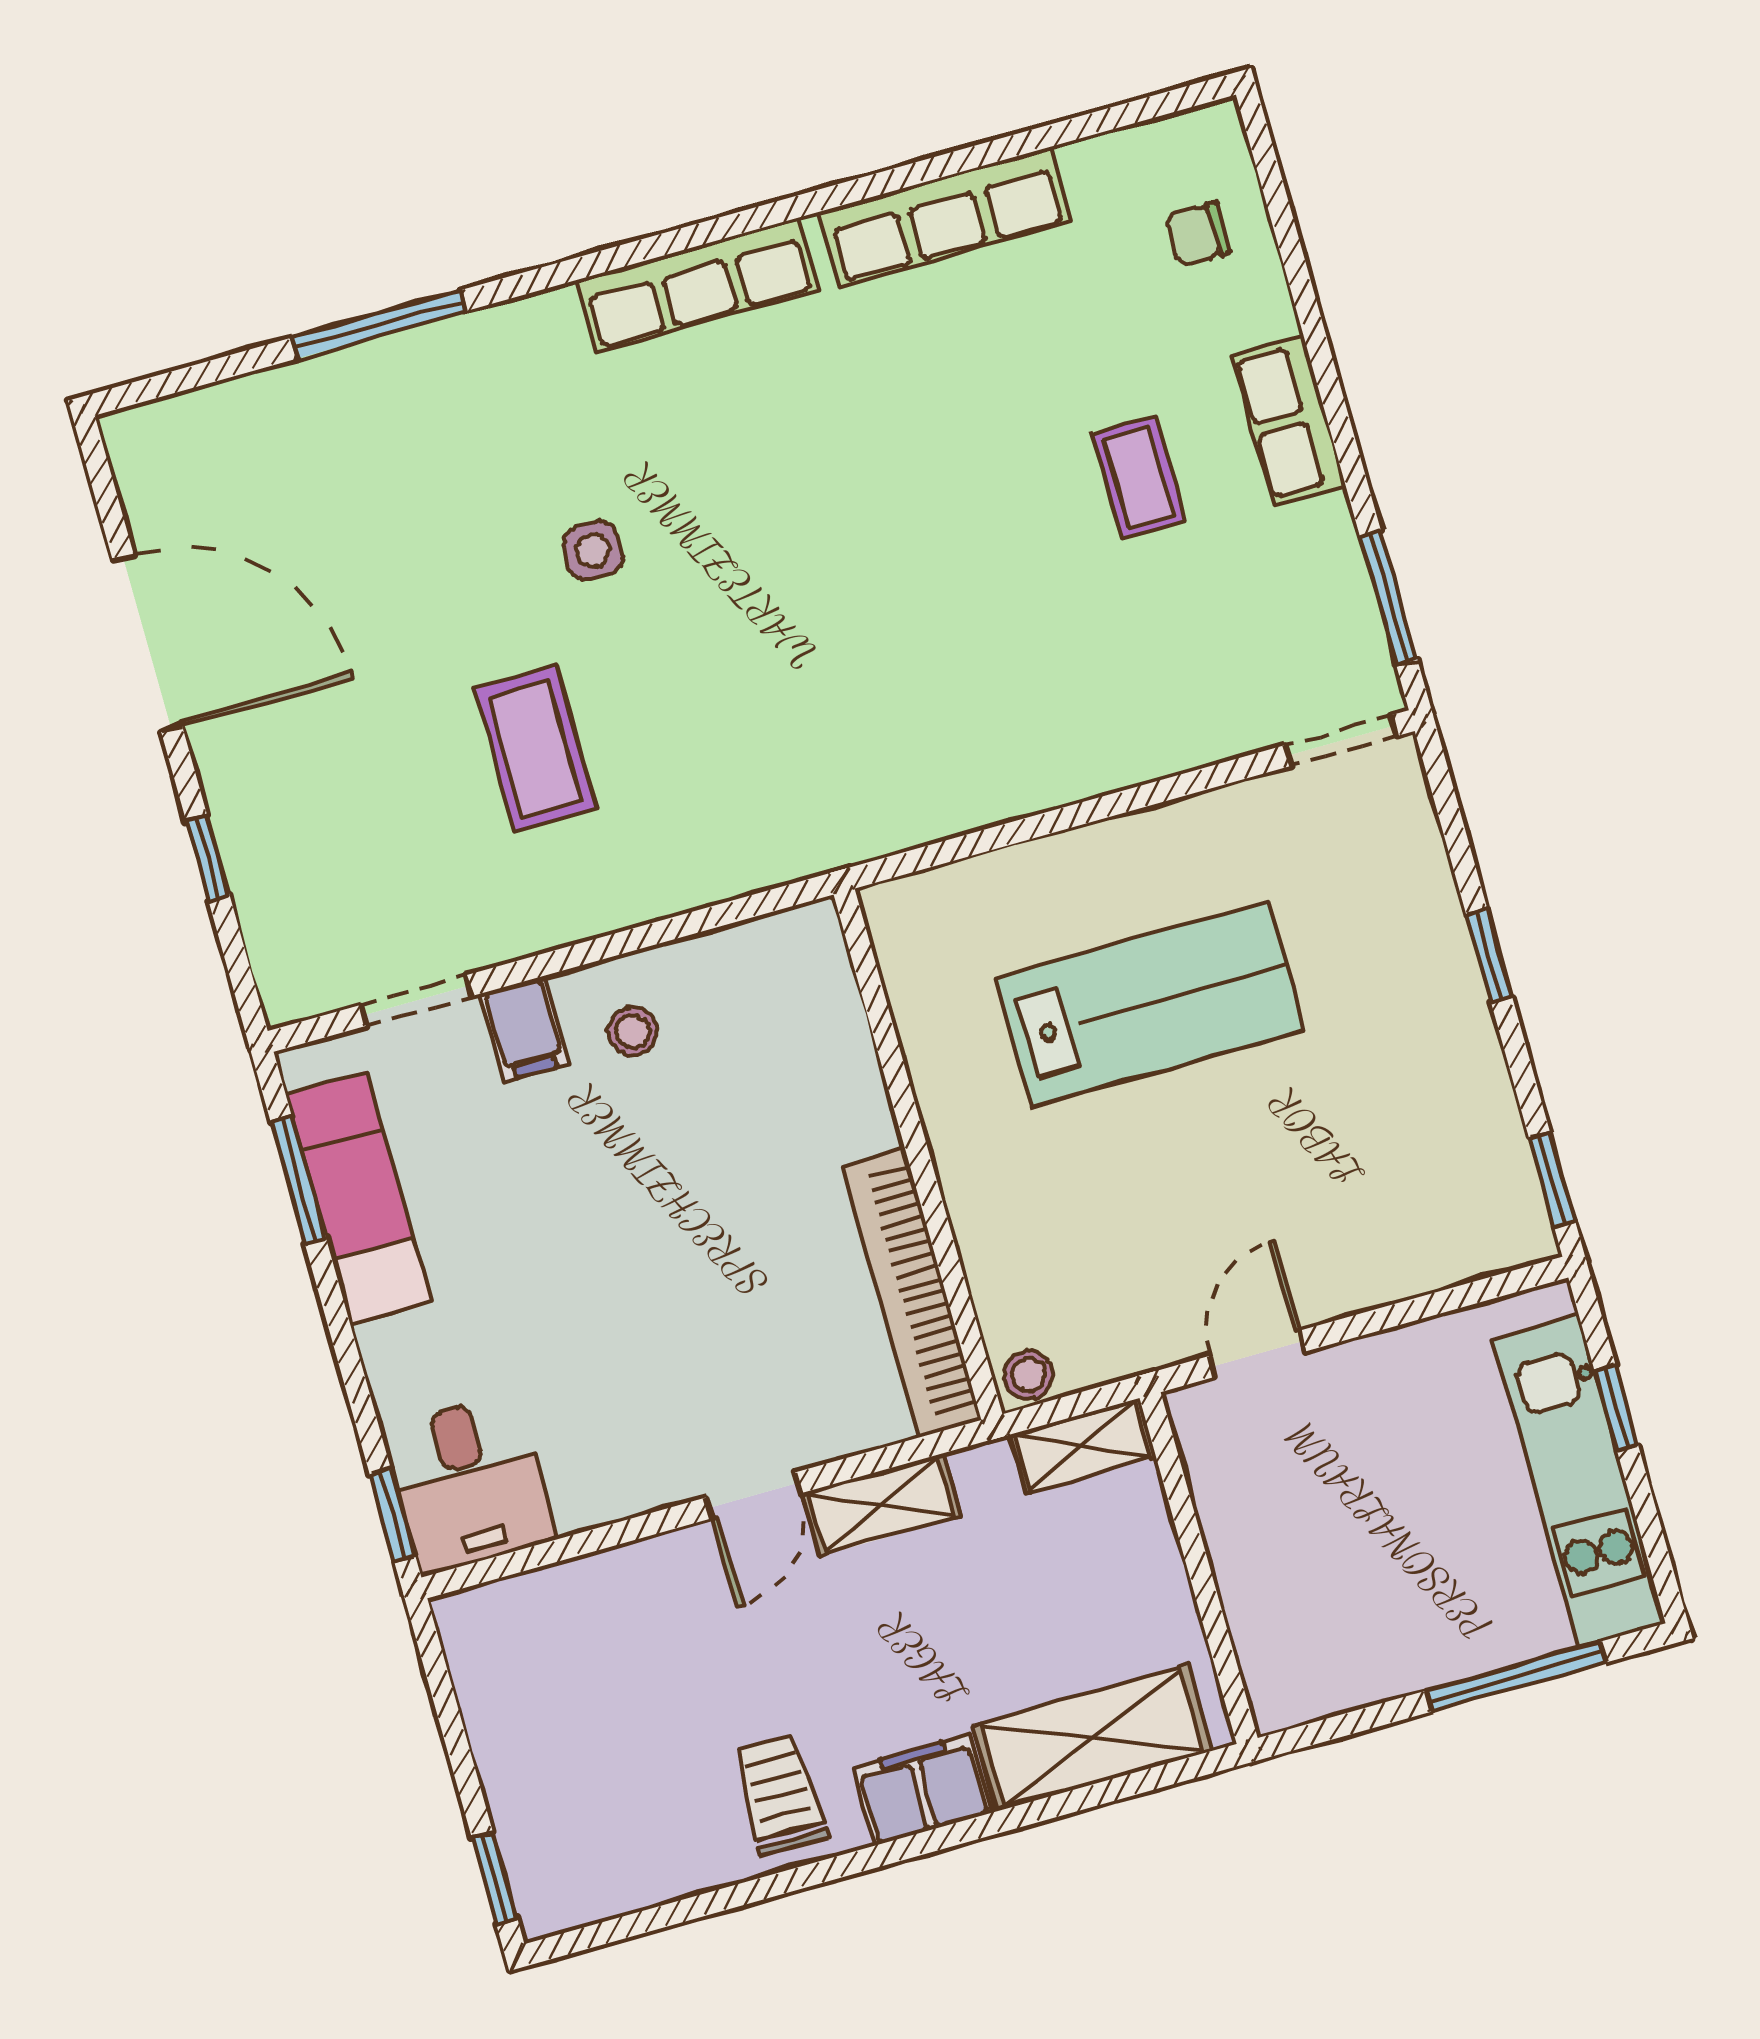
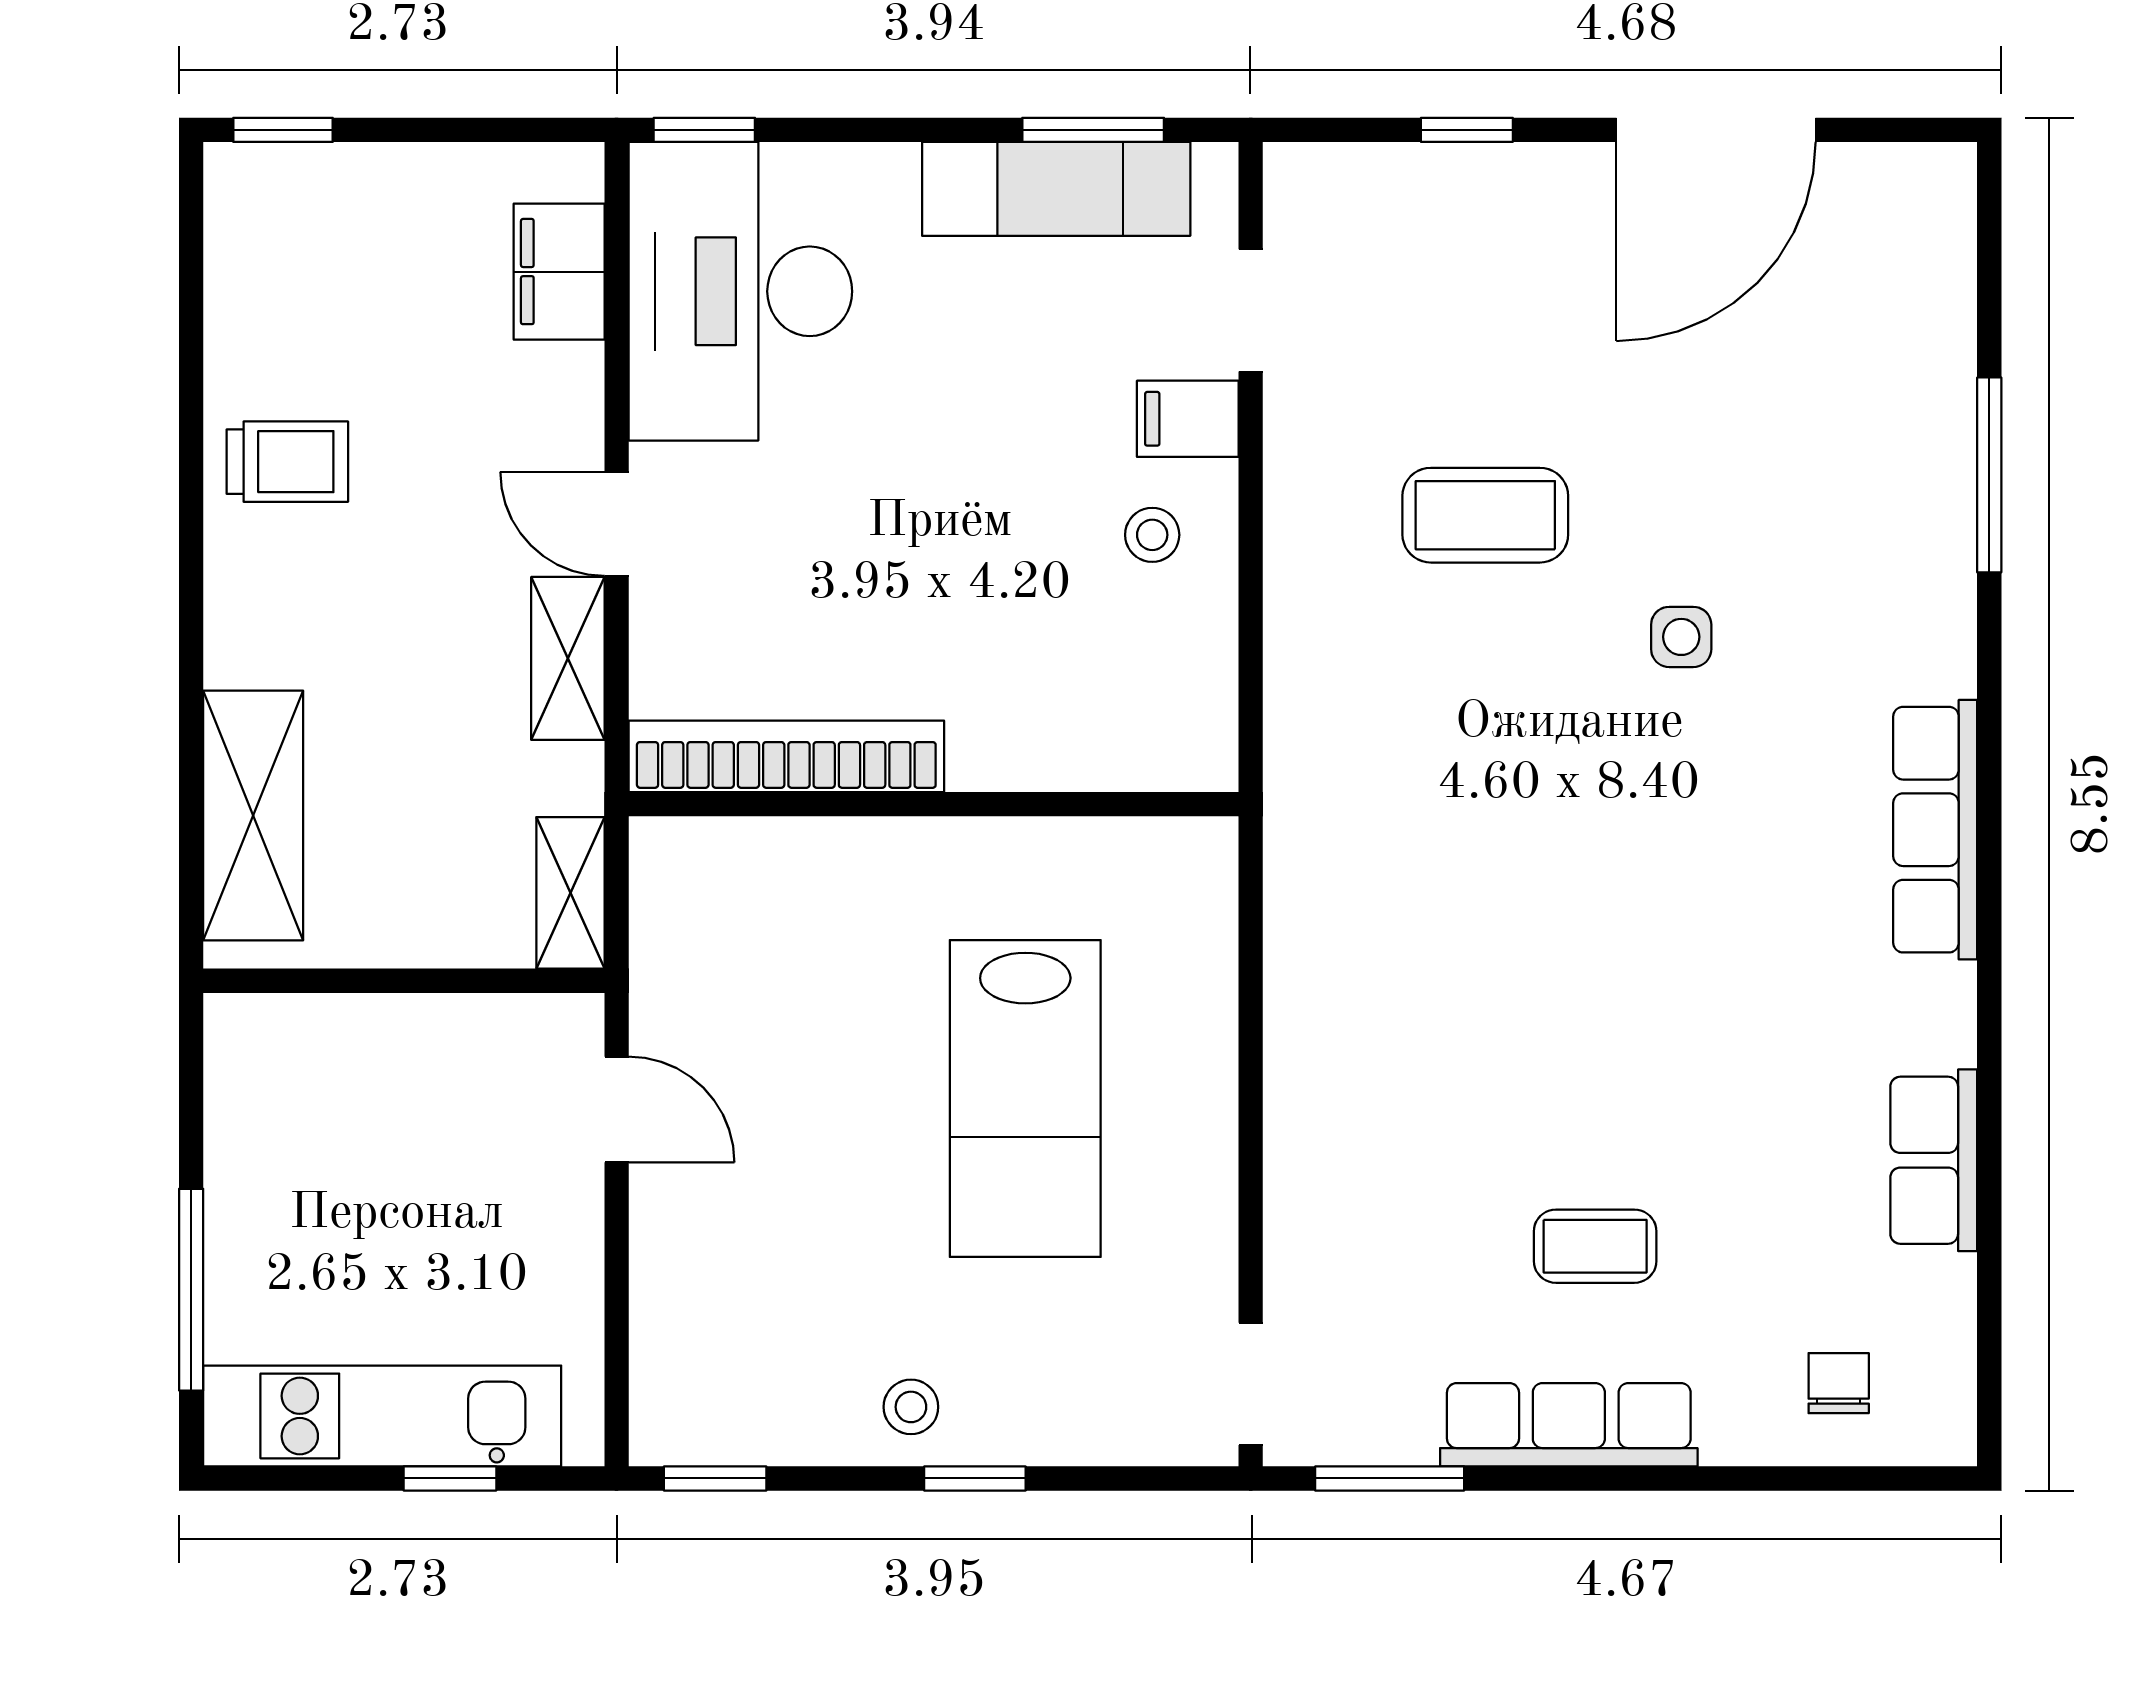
row of seats: (945, 217) -> (1934, 1160), width x0.68
row of seats: (1289, 421) -> (1569, 1425), width x1.48
stool: (1028, 1375) -> (911, 1407), moved
desk: (469, 1484) -> (740, 291), width x1.87, depth x1.30
filing cabinet: (922, 1790) -> (559, 272), moved, turned 180

